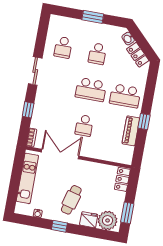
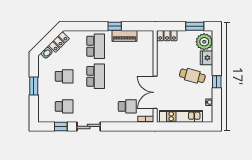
window: (28, 110) -> (61, 126), moved
school desk: (84, 126) -> (127, 106), moved

